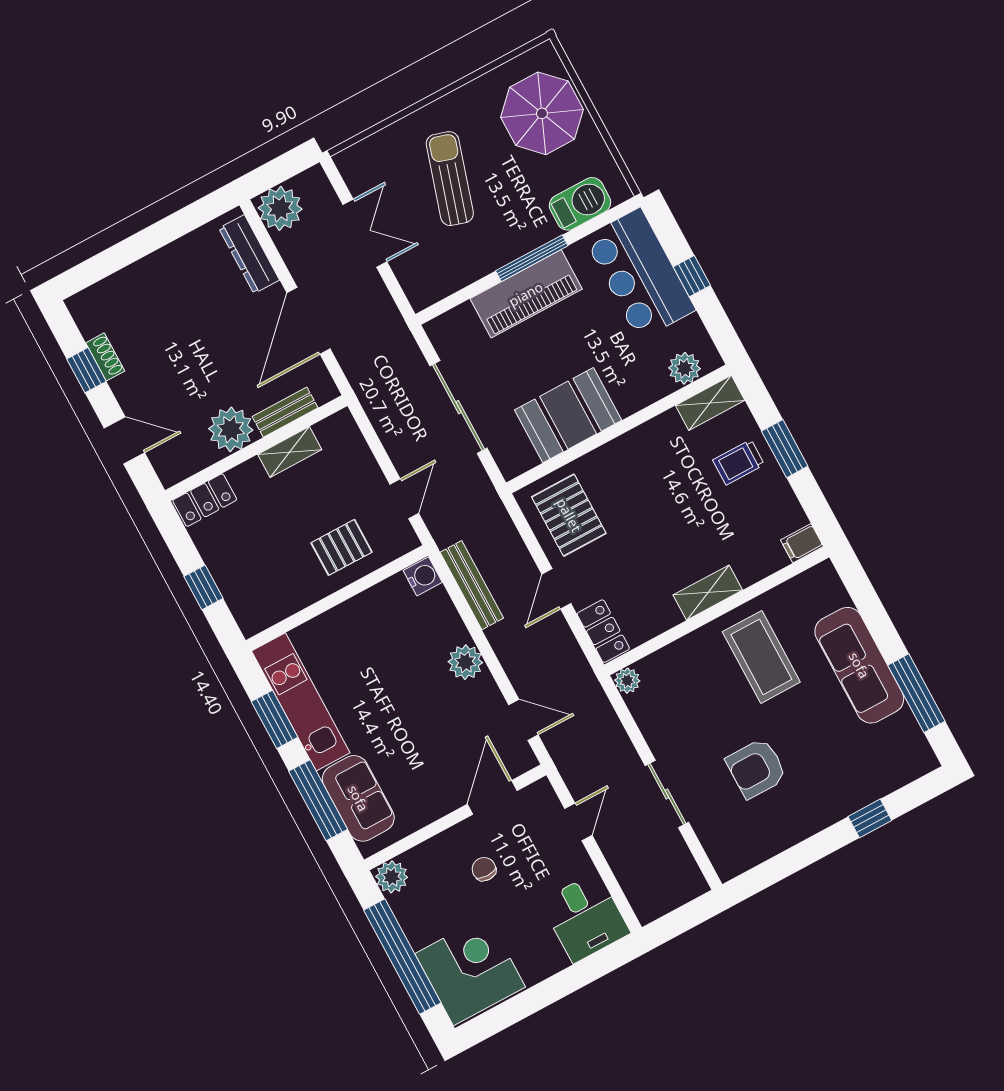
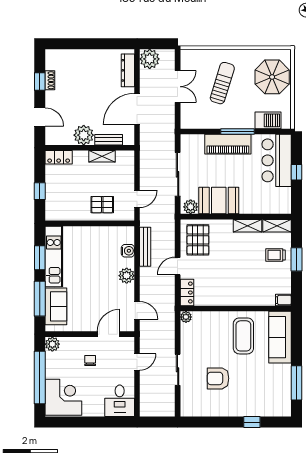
plant: (684, 368) -> (191, 207), moved
water cooler: (423, 576) -> (128, 251), moved
shelving: (708, 593) -> (248, 226), moved
sofa: (859, 665) -> (280, 337), moved

